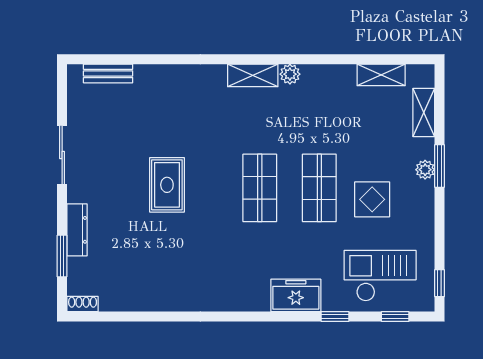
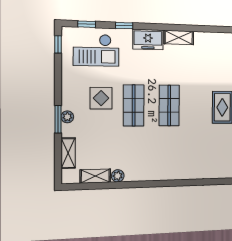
plant: (290, 74) -> (118, 176), moved
shelving: (253, 75) -> (179, 37), moved

